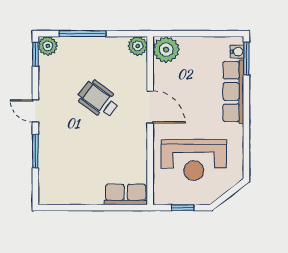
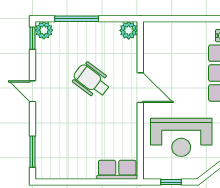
plant: (166, 50) -> (155, 34), removed
window: (35, 151) -> (32, 152), moved

